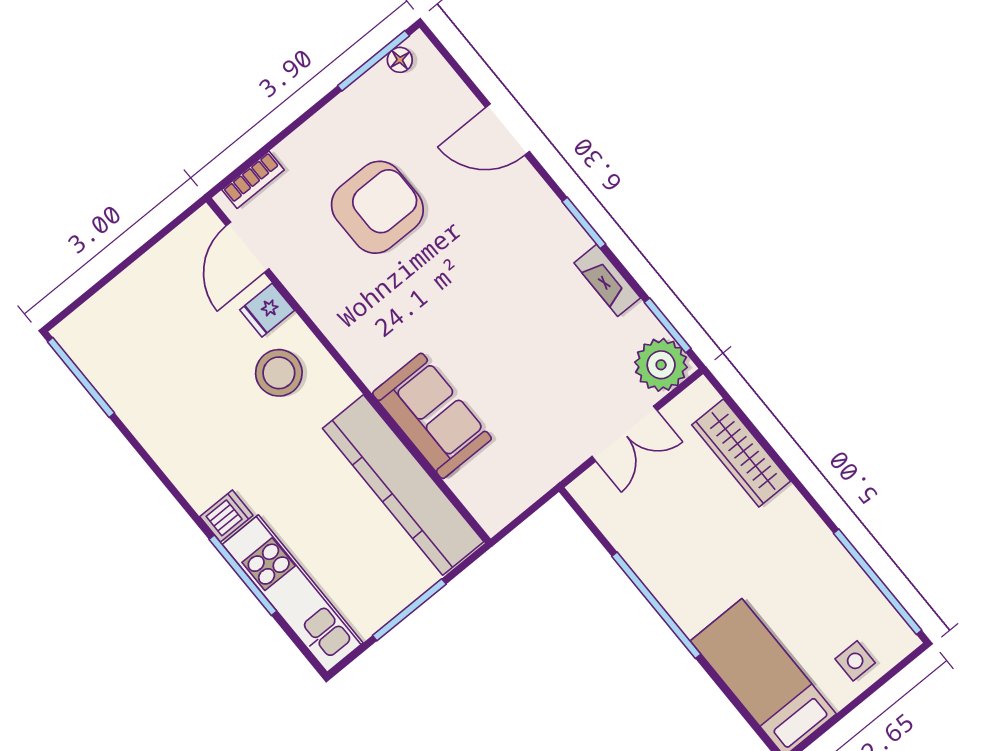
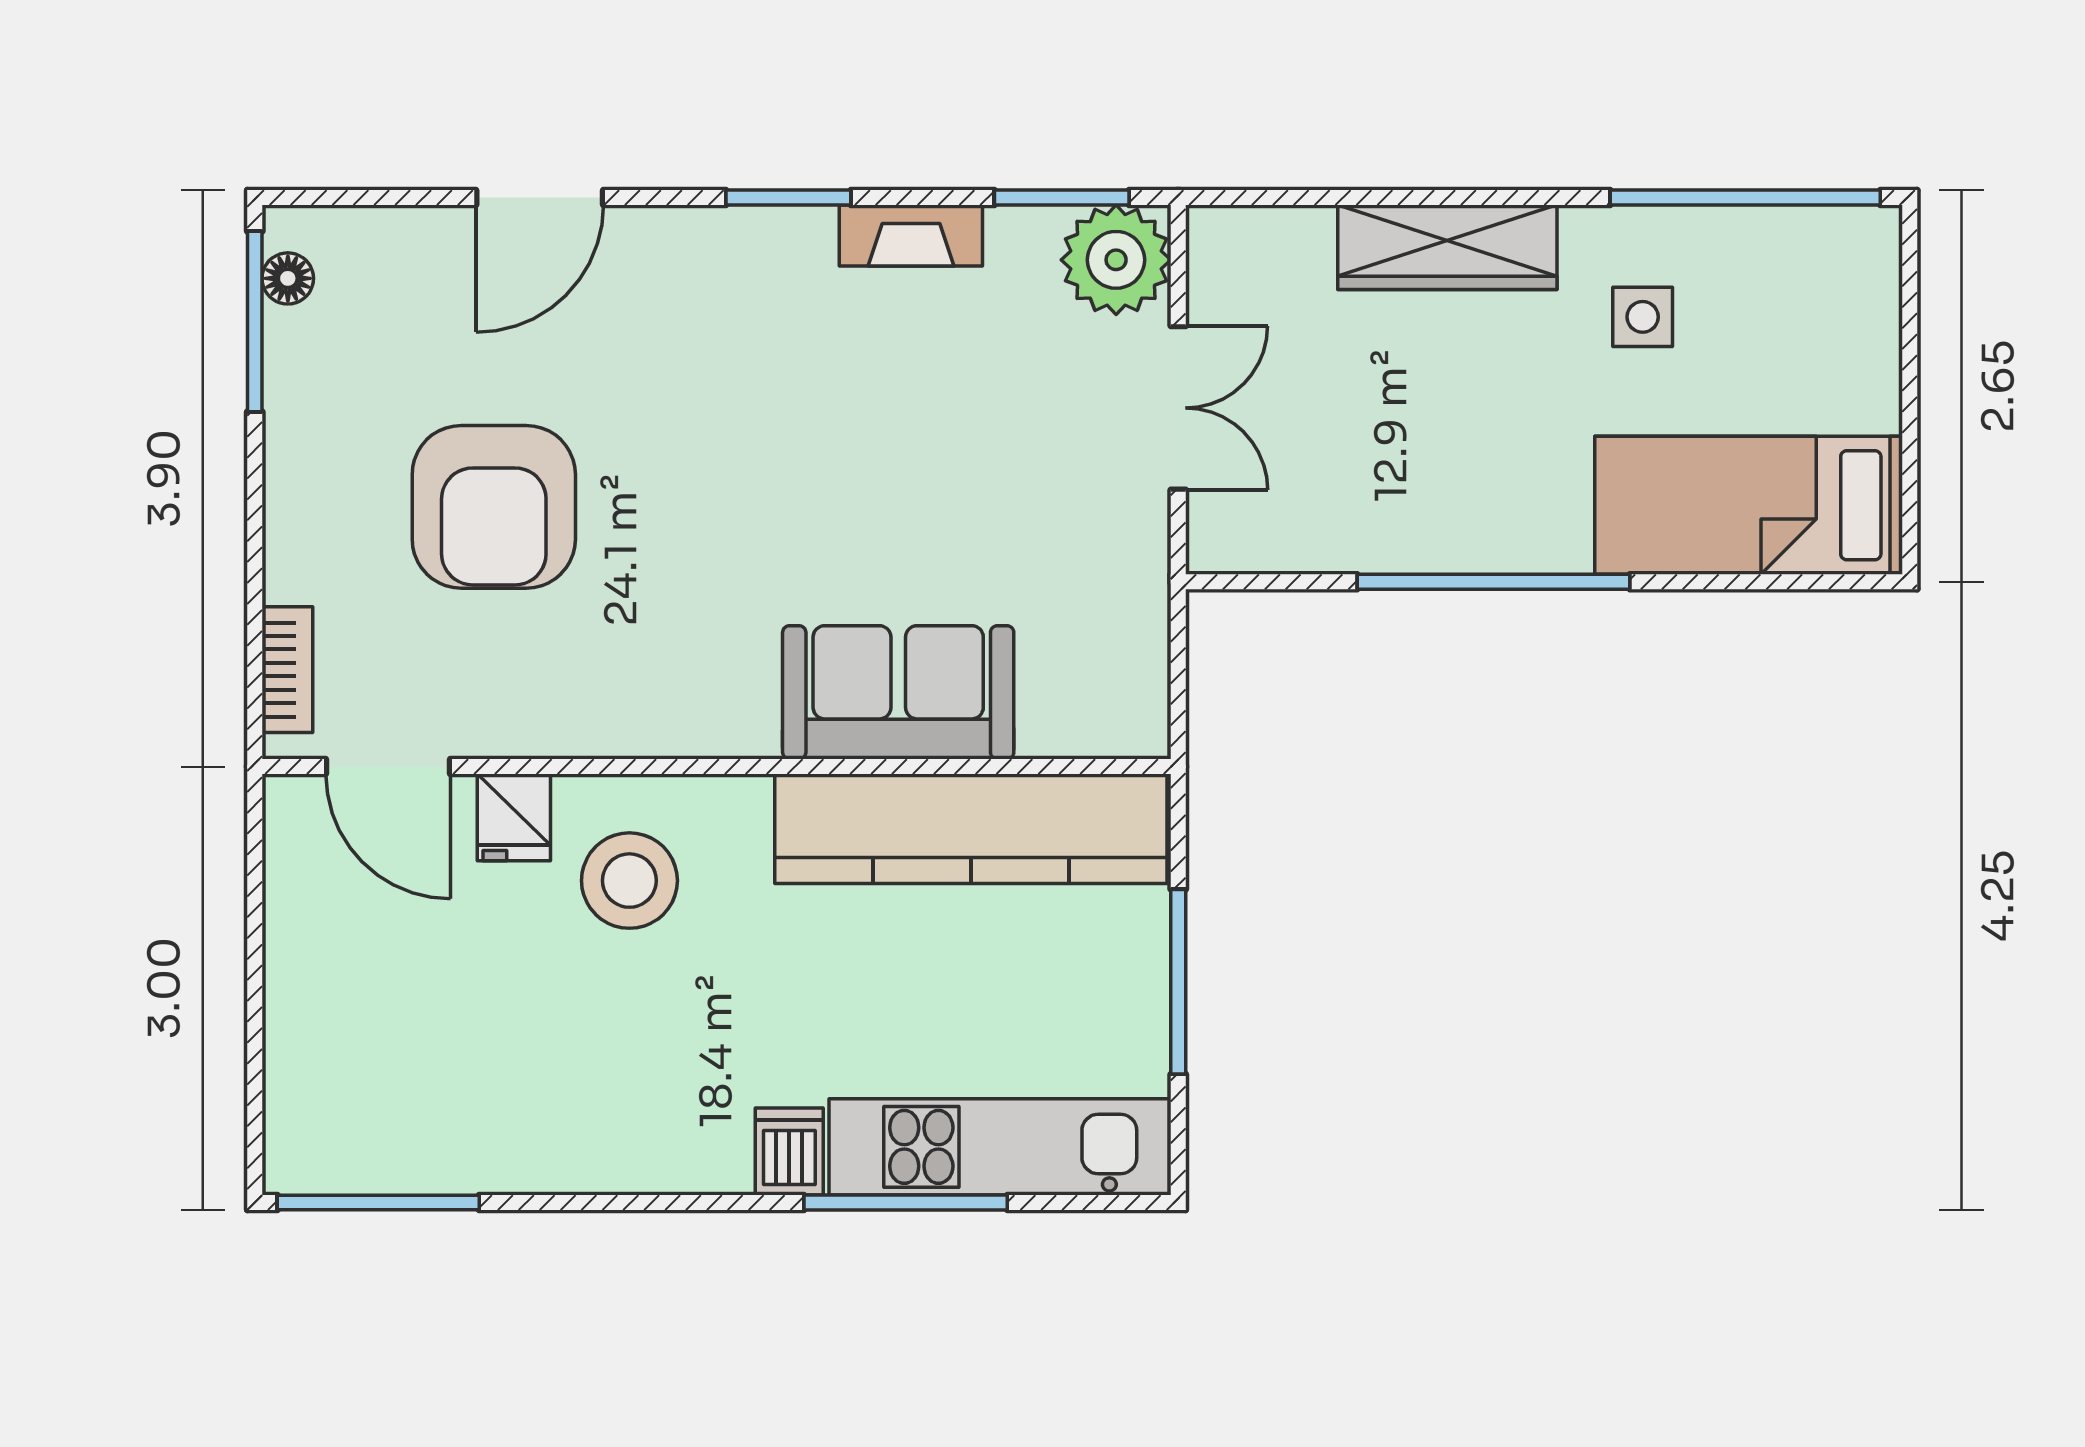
armchair: (377, 207) -> (494, 507), turned 180
wardrobe: (741, 453) -> (1447, 247), moved
side table: (855, 661) -> (1643, 317), moved

